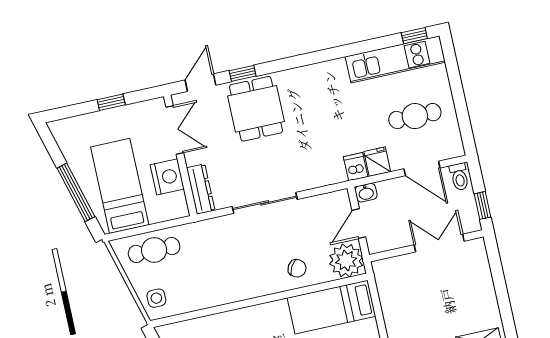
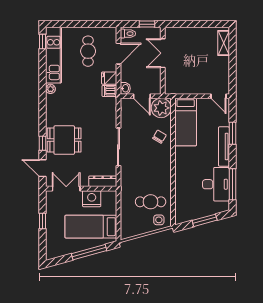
plant: (337, 67) -> (50, 89), added
cafe table: (154, 250) -> (151, 202), moved, turned 90

